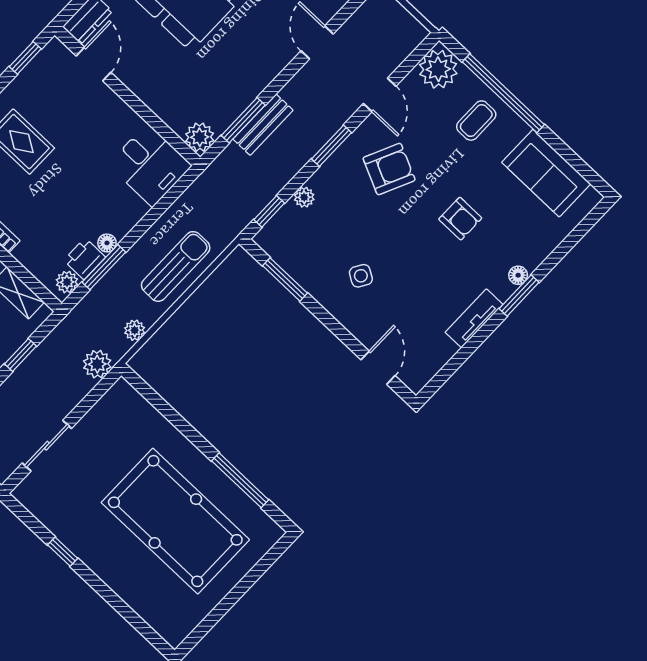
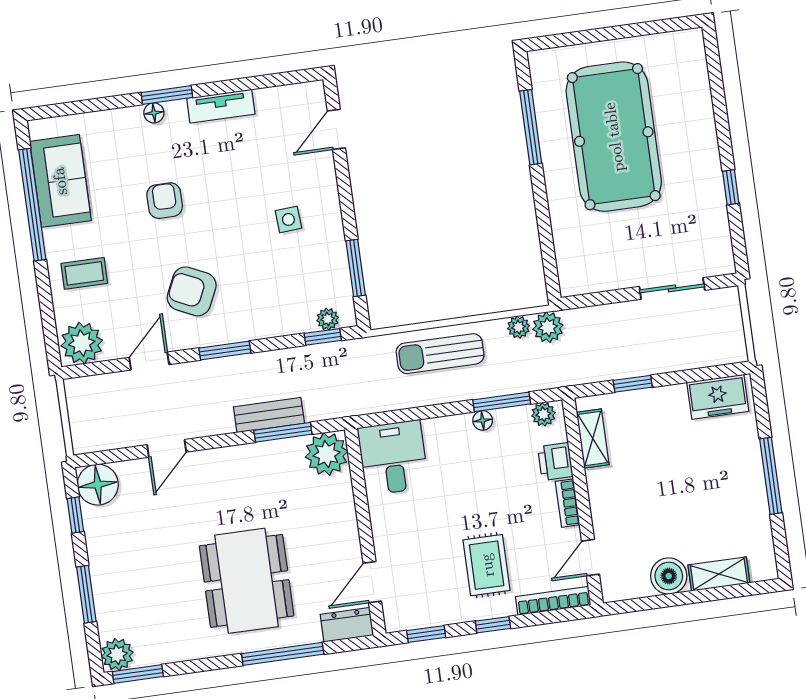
window: (503, 93) -> (32, 205), moved
plant: (200, 137) -> (327, 454), width x1.36, depth x1.36
plant: (304, 197) -> (328, 319), moved
printer: (85, 259) -> (555, 462), moved, turned 90
side table: (361, 276) -> (288, 219), turned -35
plant: (97, 364) -> (548, 327), moved

